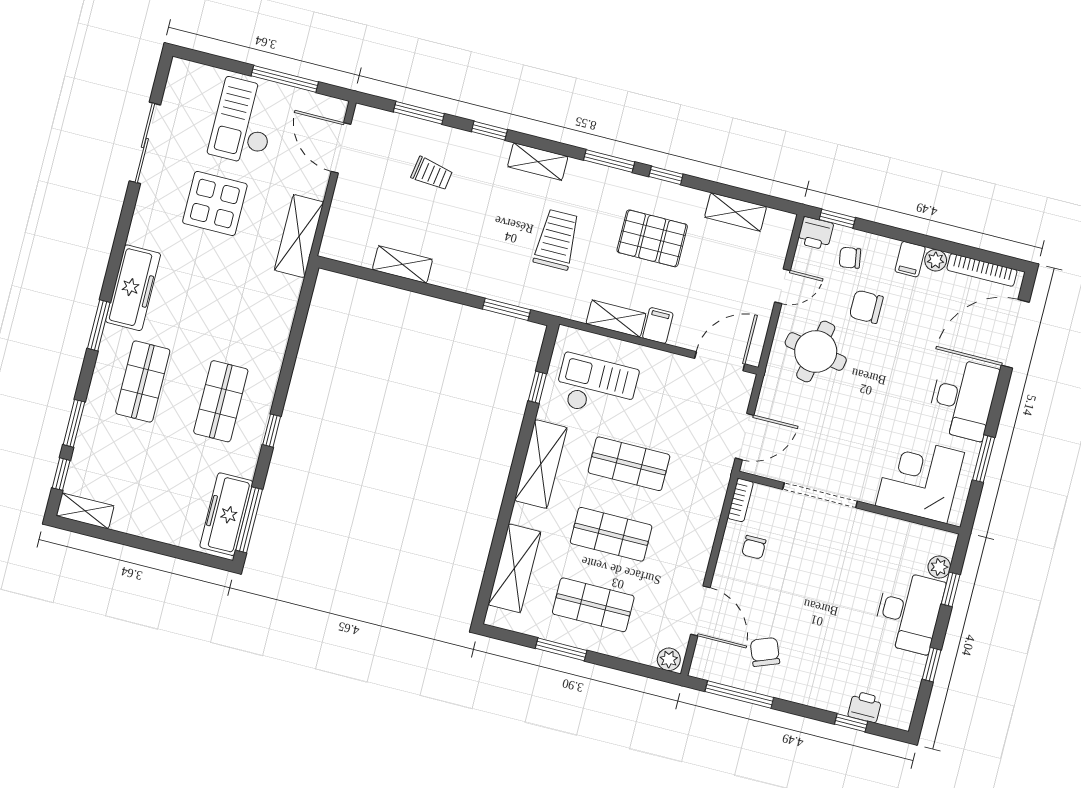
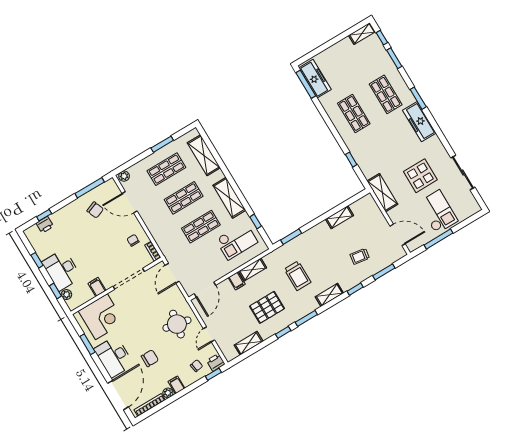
chair: (866, 307) -> (150, 358), moved
window: (272, 431) -> (351, 160), moved
filing cabinet: (881, 531) -> (97, 287), added

